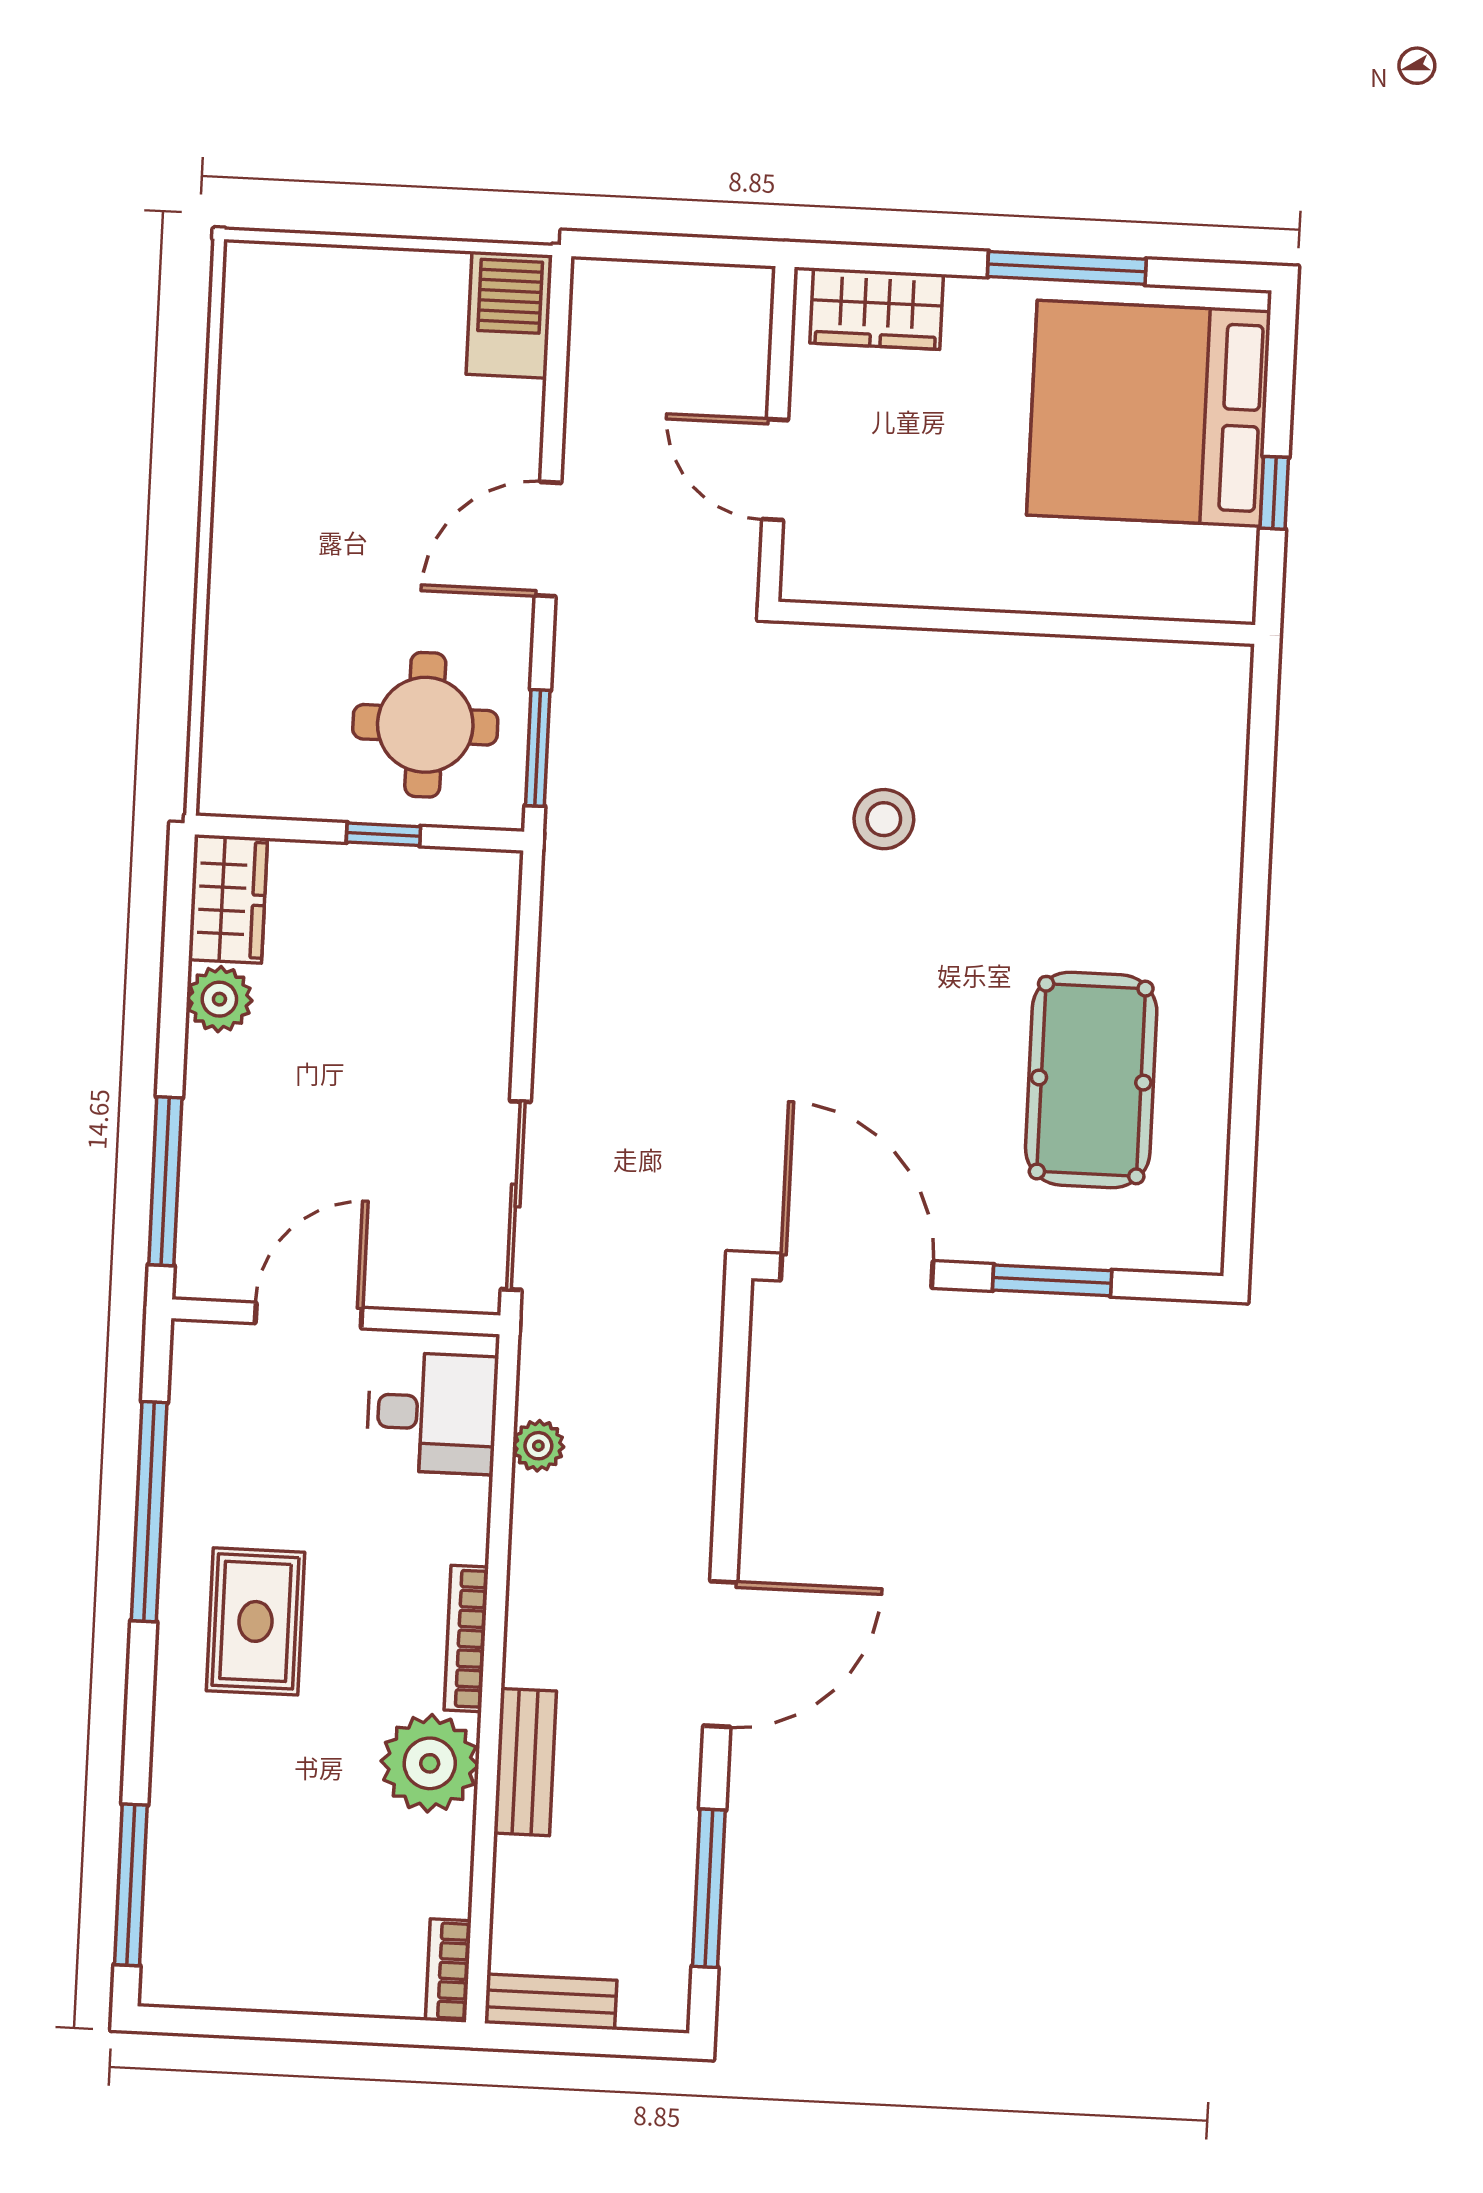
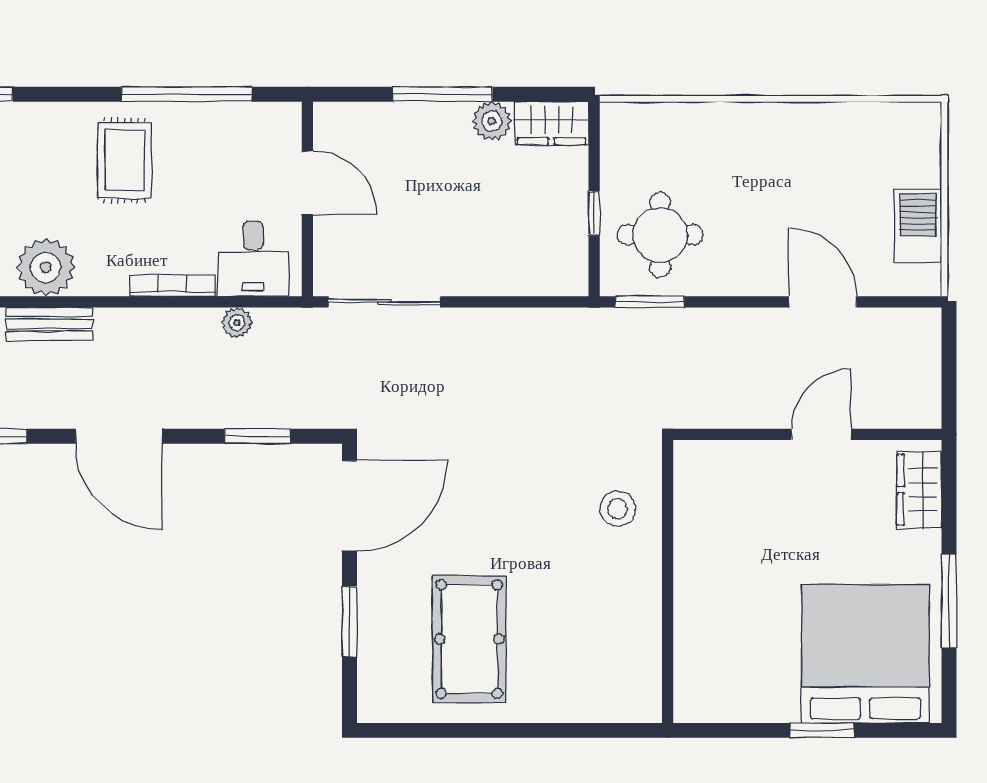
barbecue: (509, 315) -> (918, 226), moved, turned -90
window: (1274, 493) -> (822, 730), width x1.50
door: (548, 539) -> (823, 302), moved
wall: (1016, 623) -> (668, 581), moved
pool table: (1091, 1080) -> (469, 639), turned 90
window: (165, 1181) -> (443, 94), moved
window: (732, 1420) -> (257, 436), added
rug: (255, 1621) -> (125, 160), turned 90
bookcase: (466, 1639) -> (172, 285), moved

